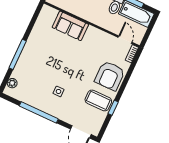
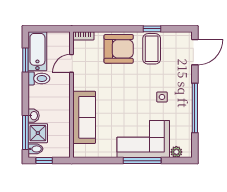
sofa: (70, 26) -> (84, 117), width x1.36
door: (125, 40) -> (72, 63), moved
corner sofa: (33, 63) -> (143, 139), added

